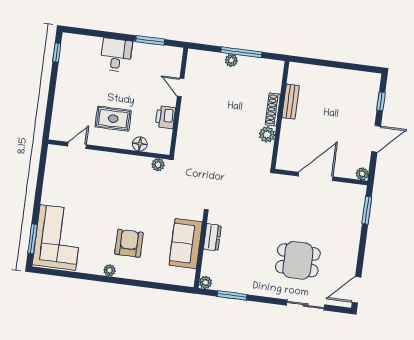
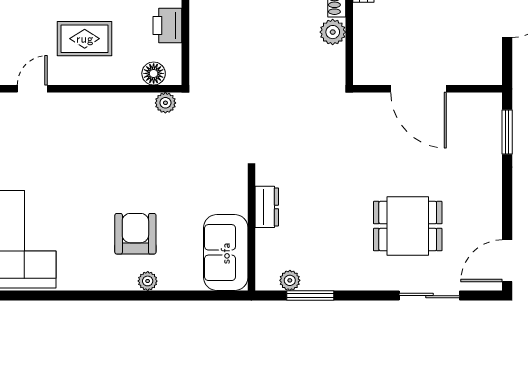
floor lamp: (140, 144) -> (154, 73), moved
plant: (362, 174) -> (492, 75), removed
door: (316, 176) -> (418, 89), swing flipped
sofa: (186, 244) -> (226, 253), moved
plant: (109, 270) -> (148, 281), moved
plant: (206, 282) -> (290, 280), moved

